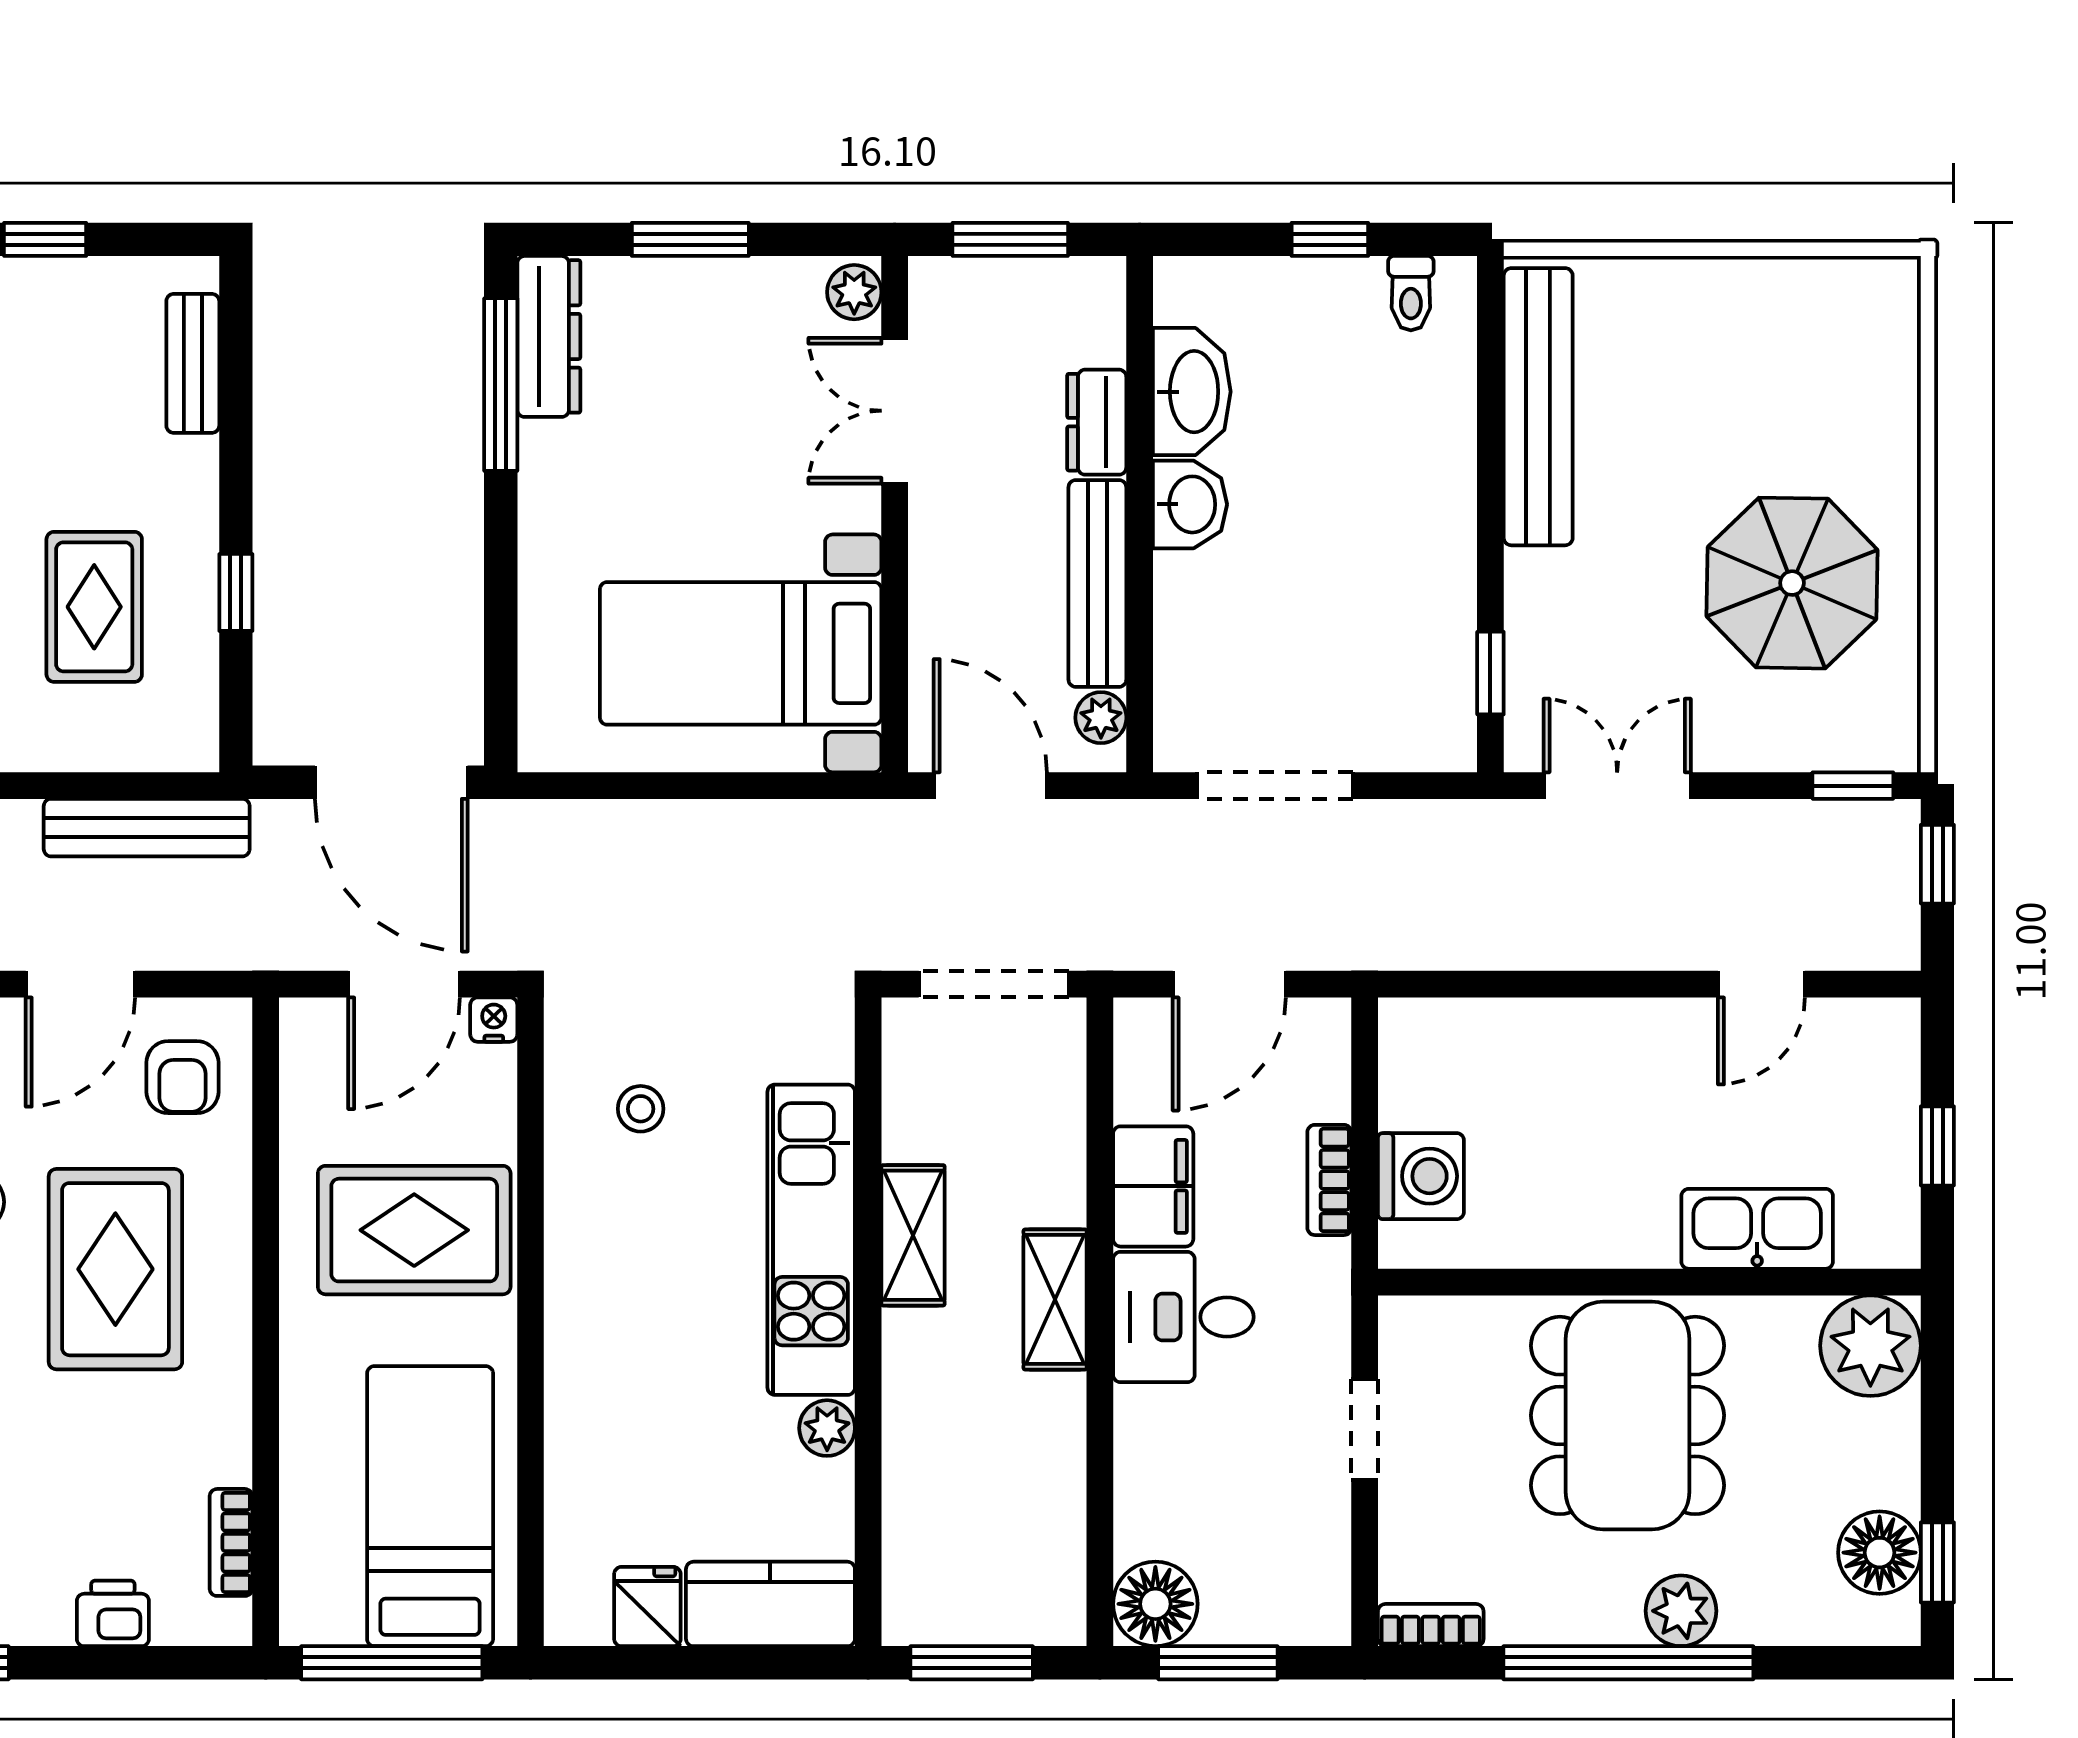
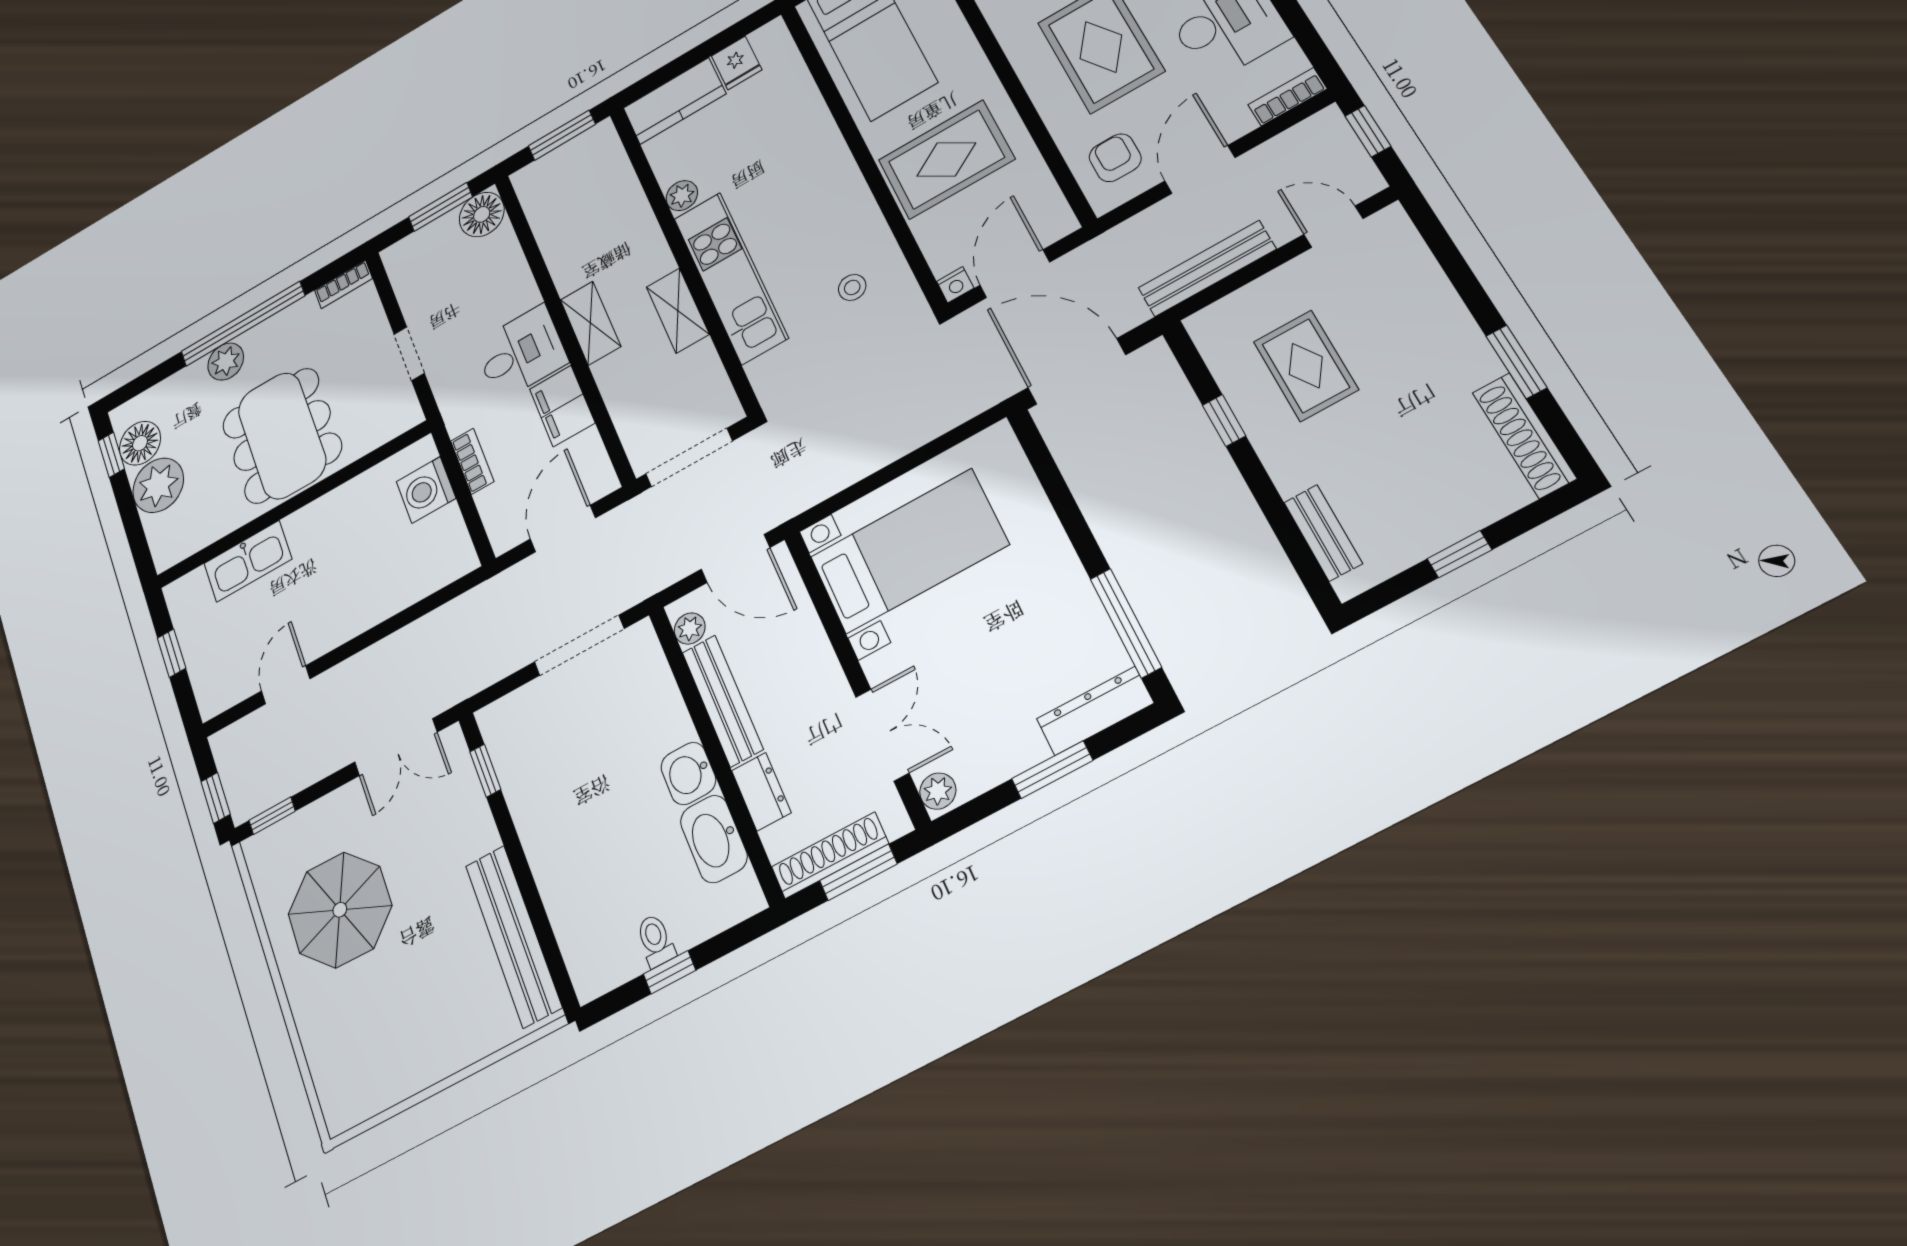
shoe rack: (1039, 283) -> (830, 855), added
toilet: (1411, 293) -> (656, 940), moved
dresser: (549, 336) -> (1095, 711), moved, turned 90
plant: (1870, 1346) -> (158, 485), moved

